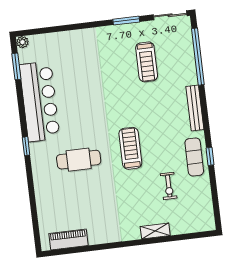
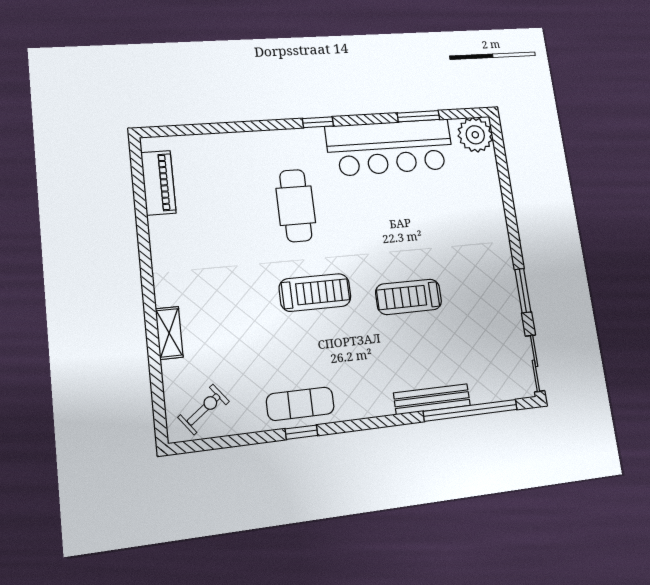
plant: (22, 42) -> (475, 135), width x1.88, depth x1.88
treadmill: (147, 62) -> (409, 297), moved
window: (16, 66) -> (418, 116), moved
bench: (195, 108) -> (432, 399), moved
exercise bike: (169, 186) -> (204, 409), moved, turned 143

